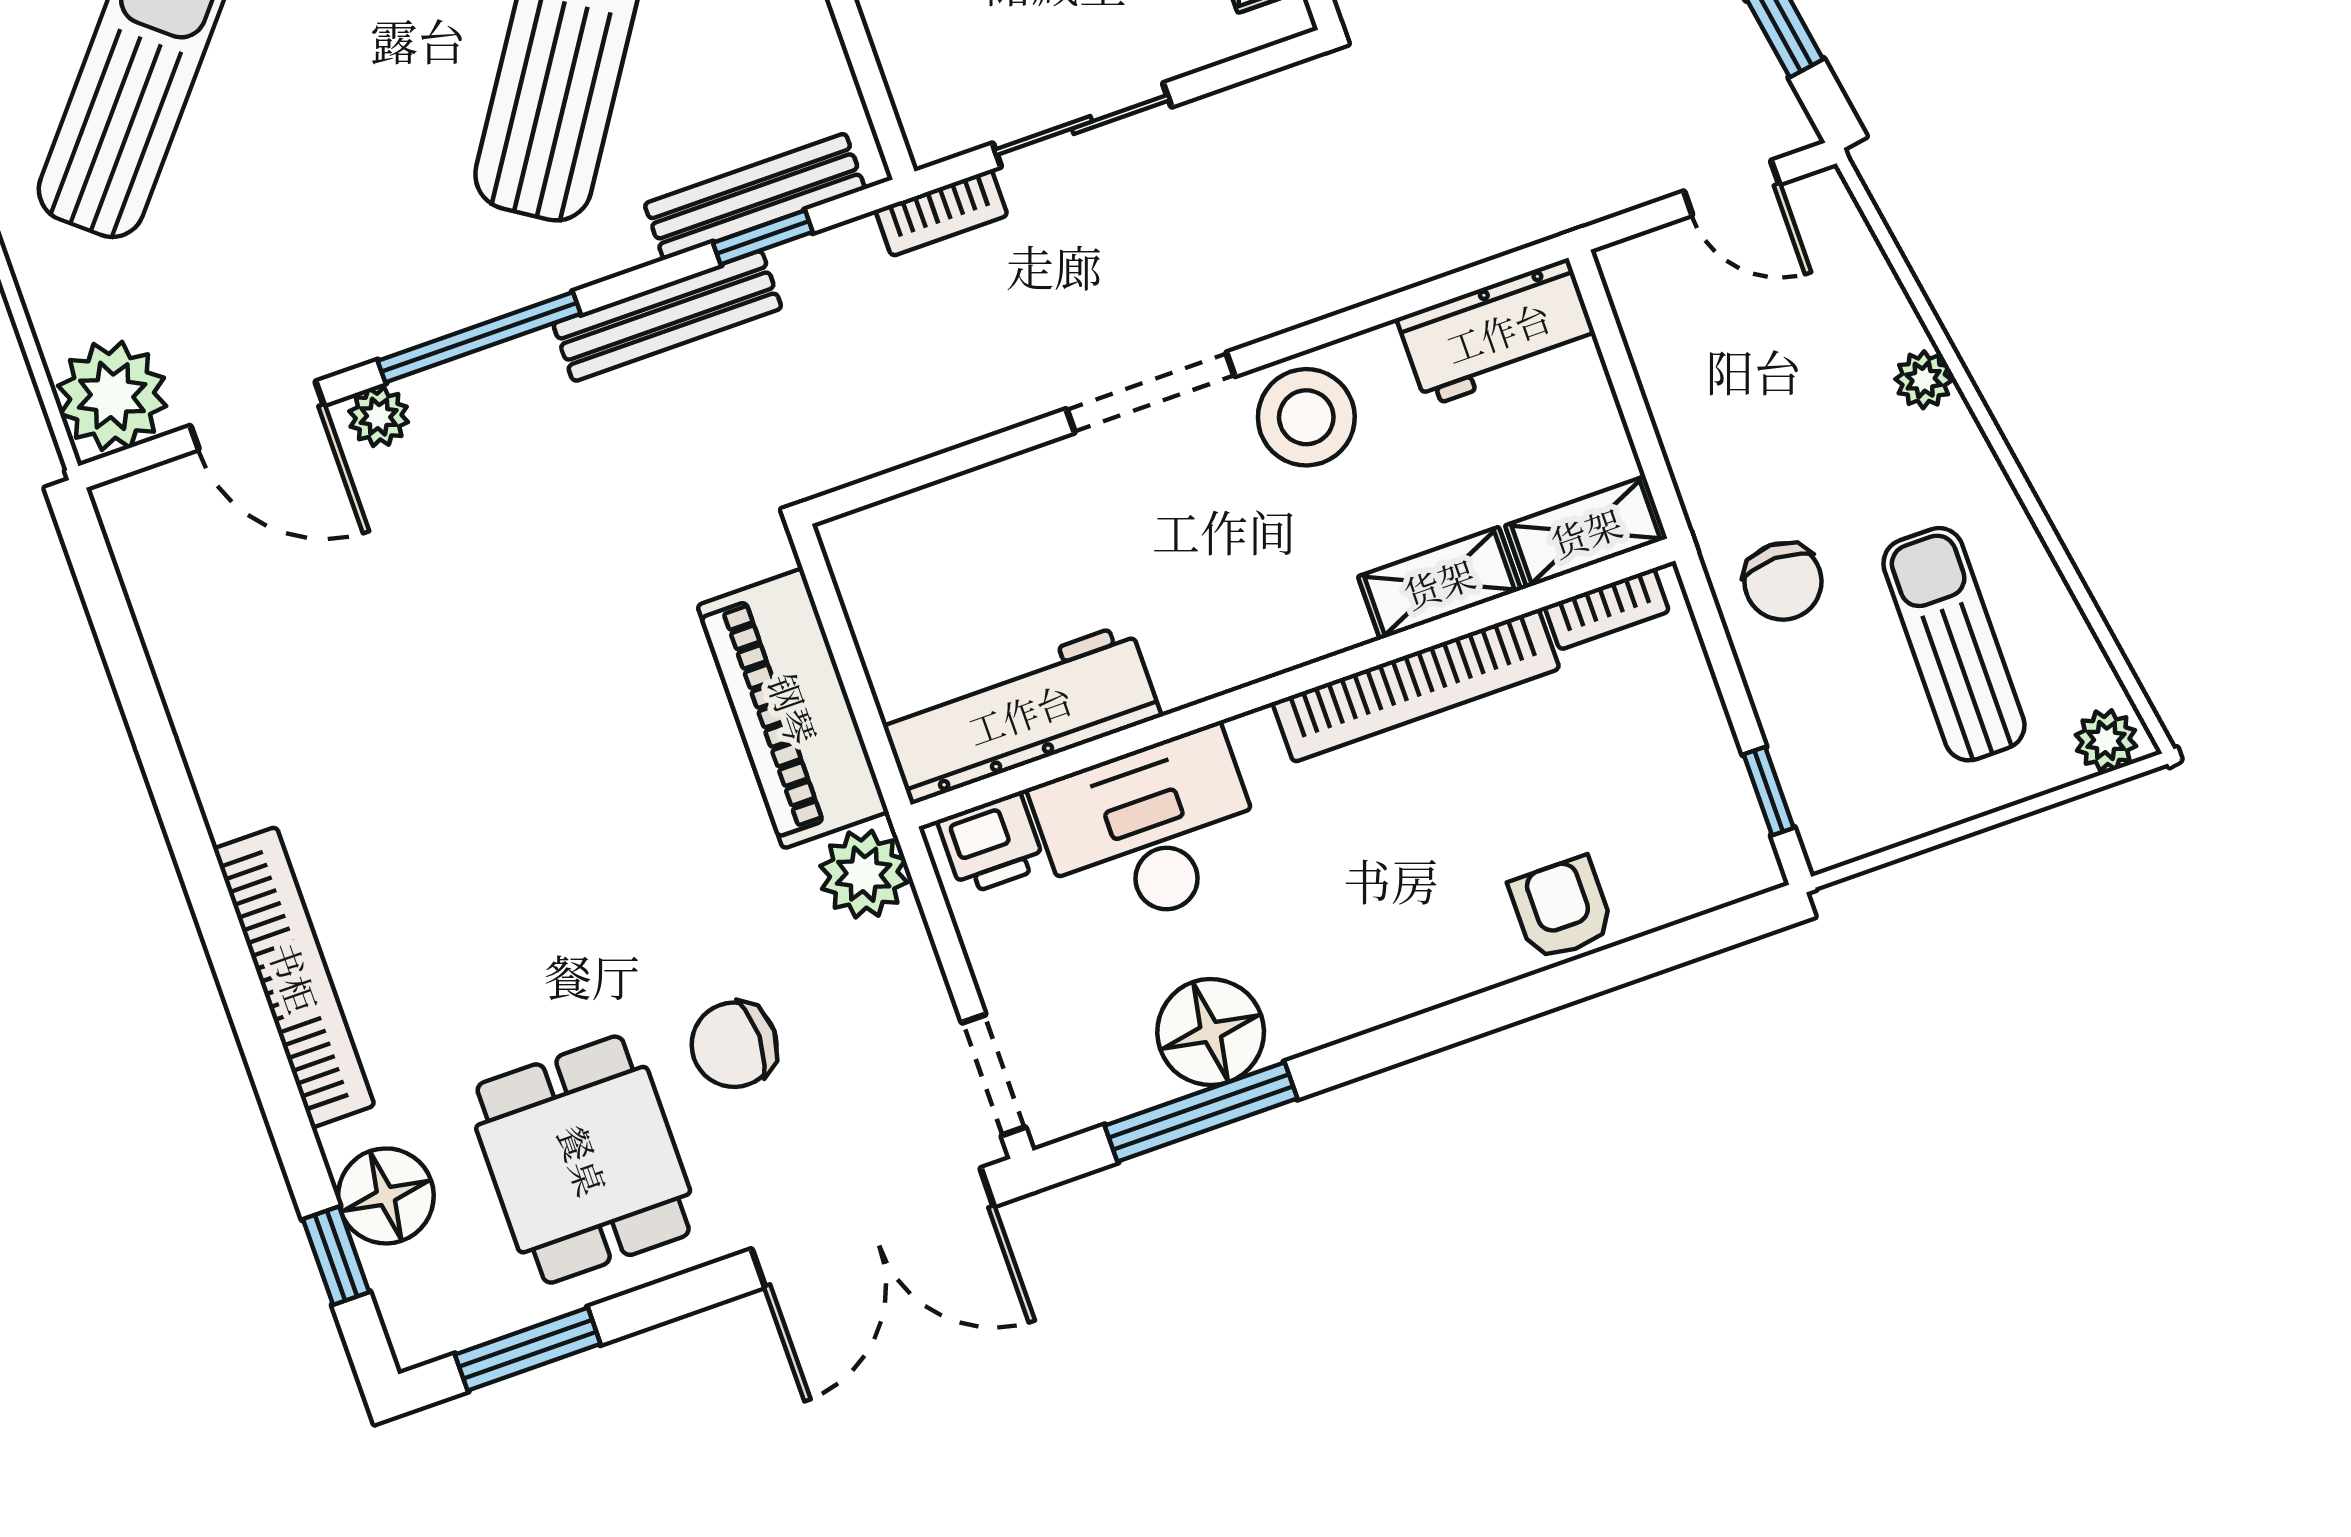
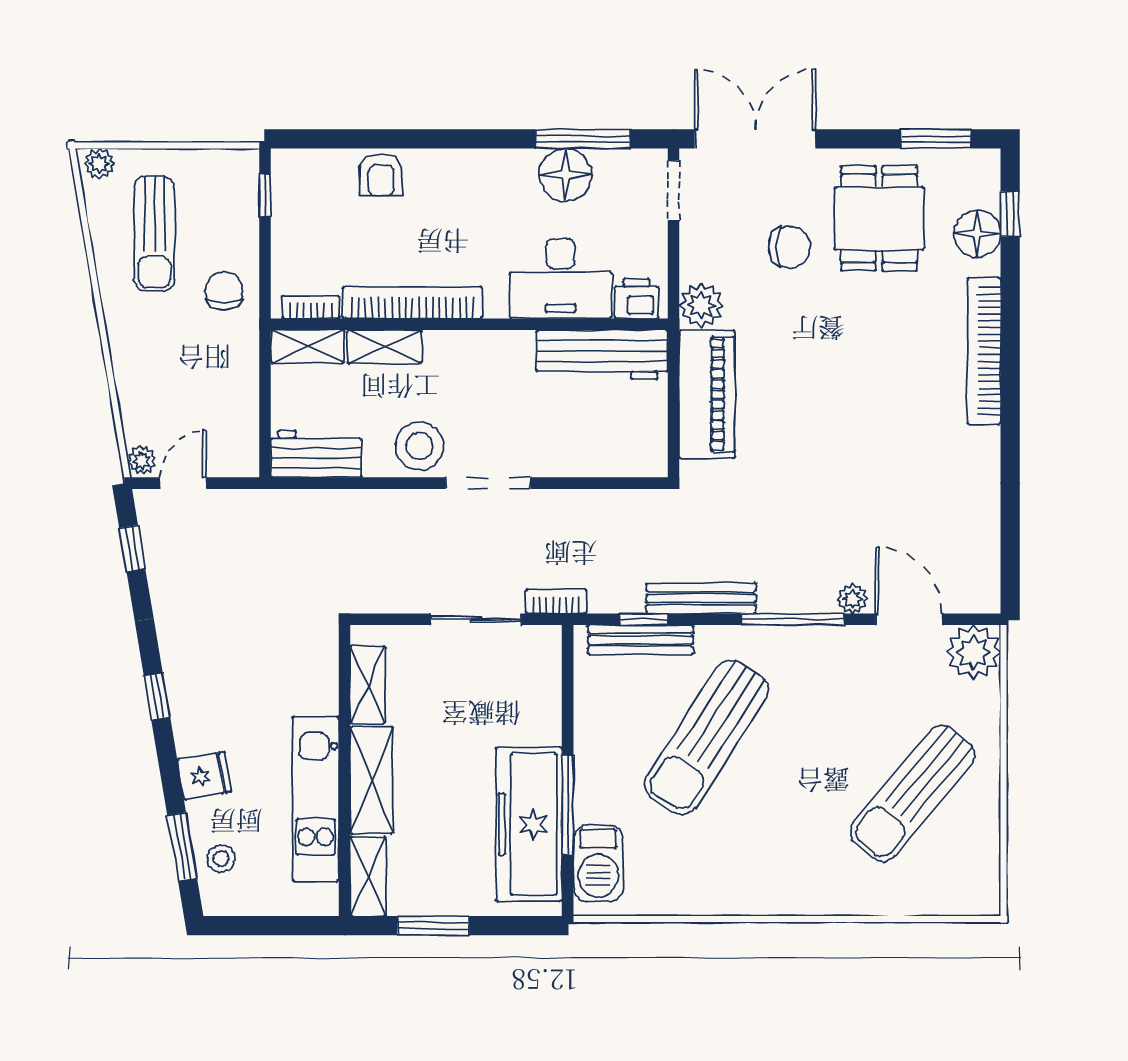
door: (1732, 188) -> (183, 483), hinge flipped
plant: (1924, 380) -> (142, 460), moved

